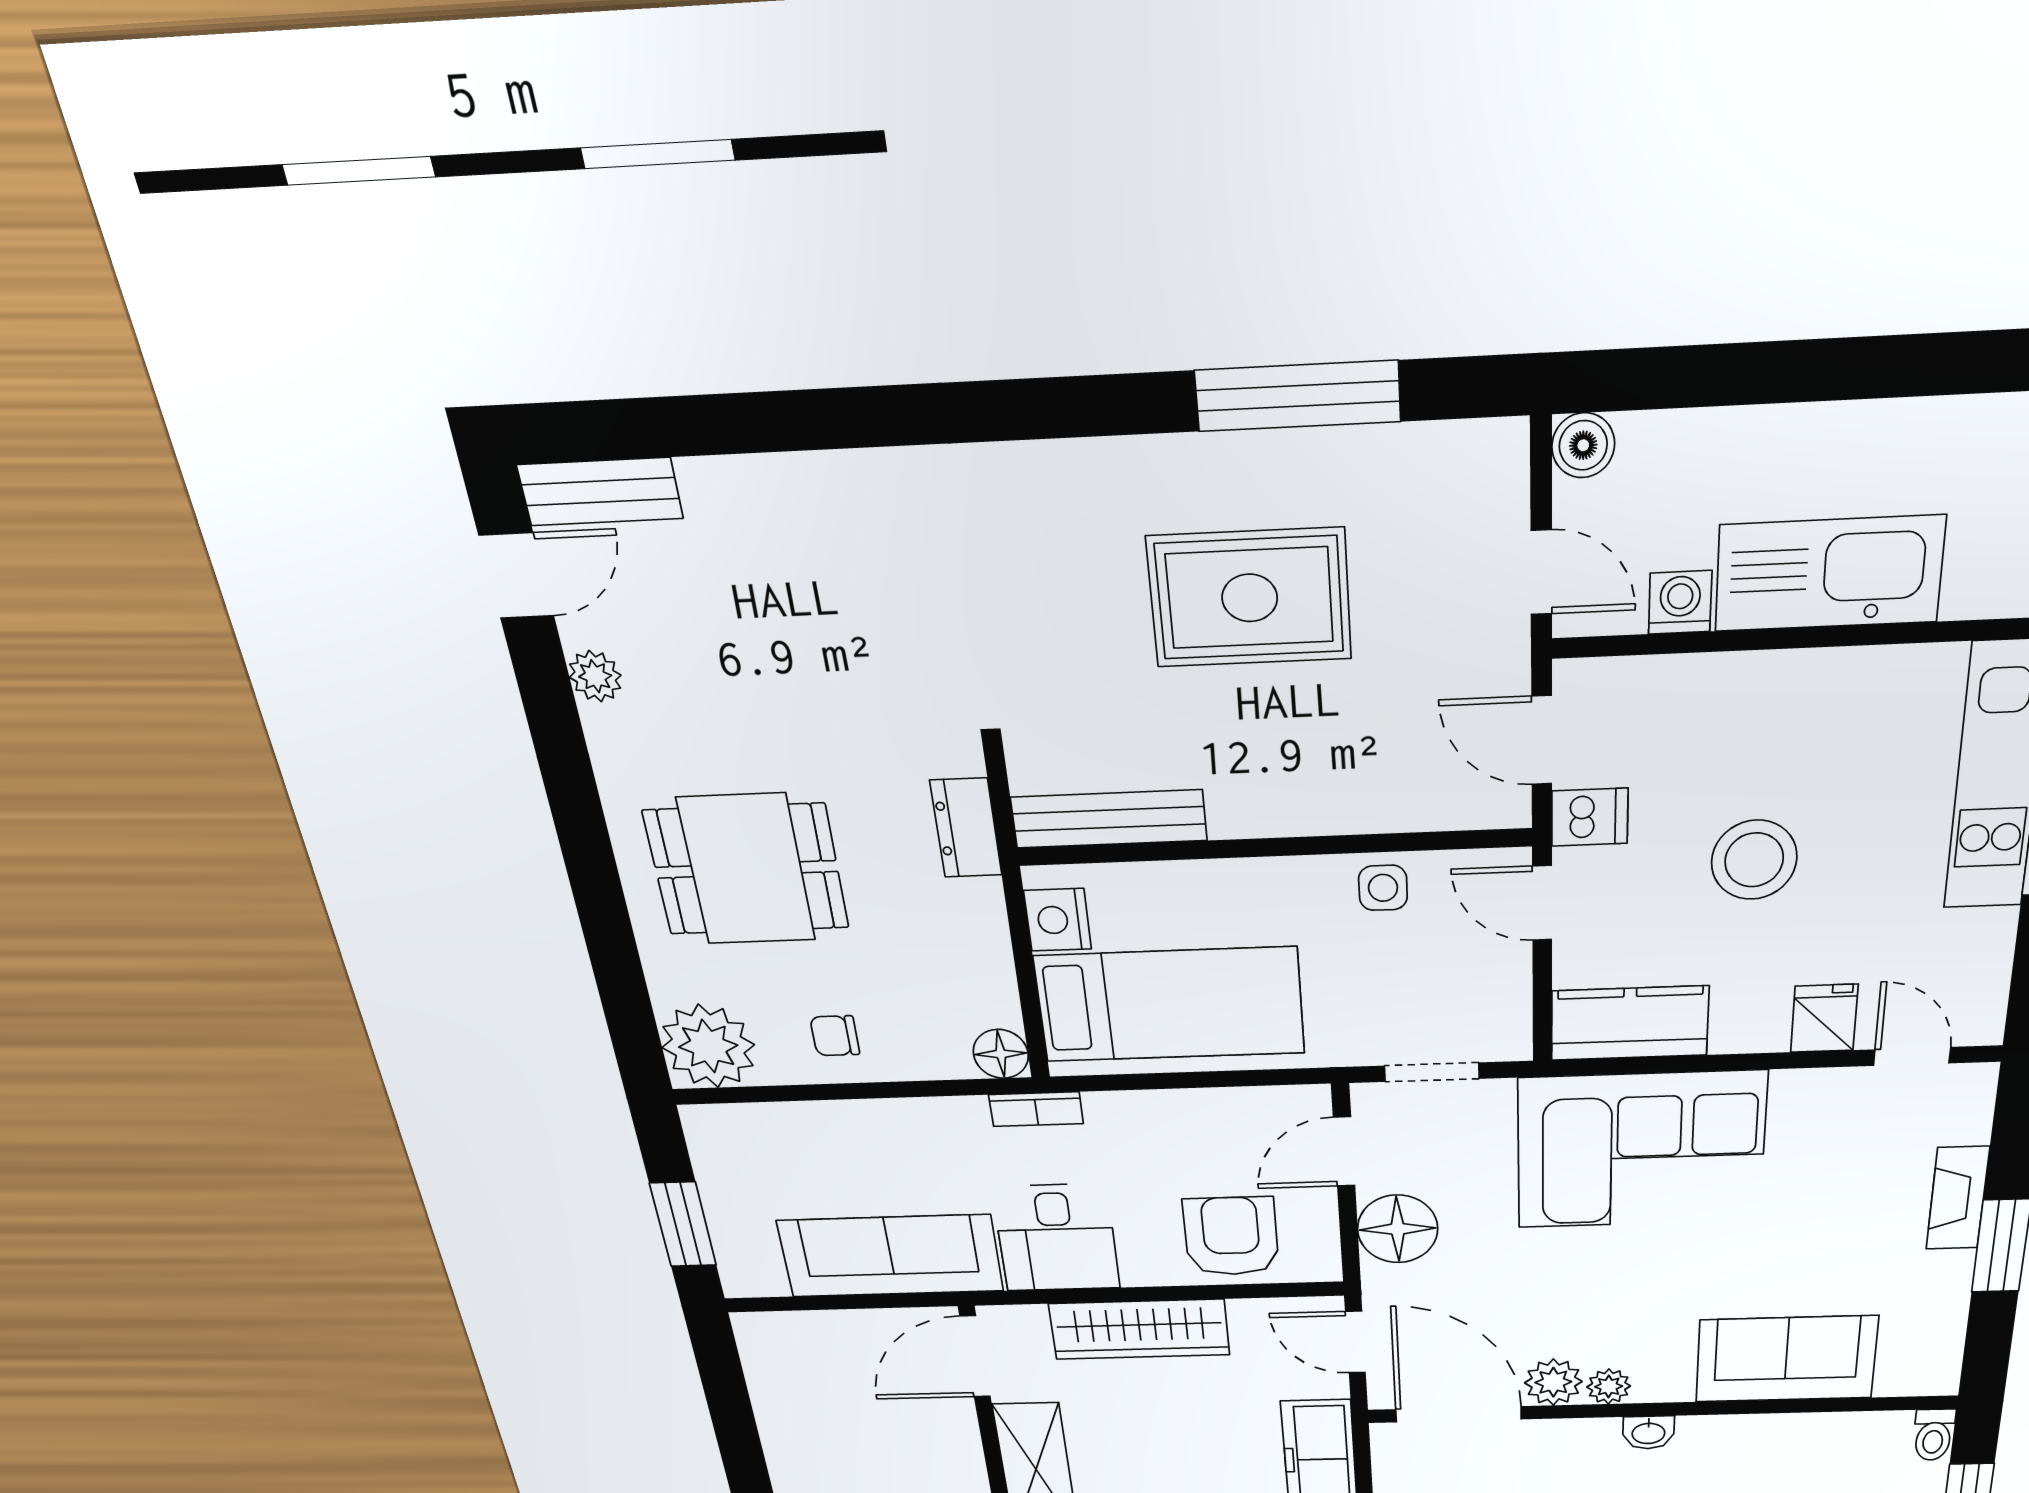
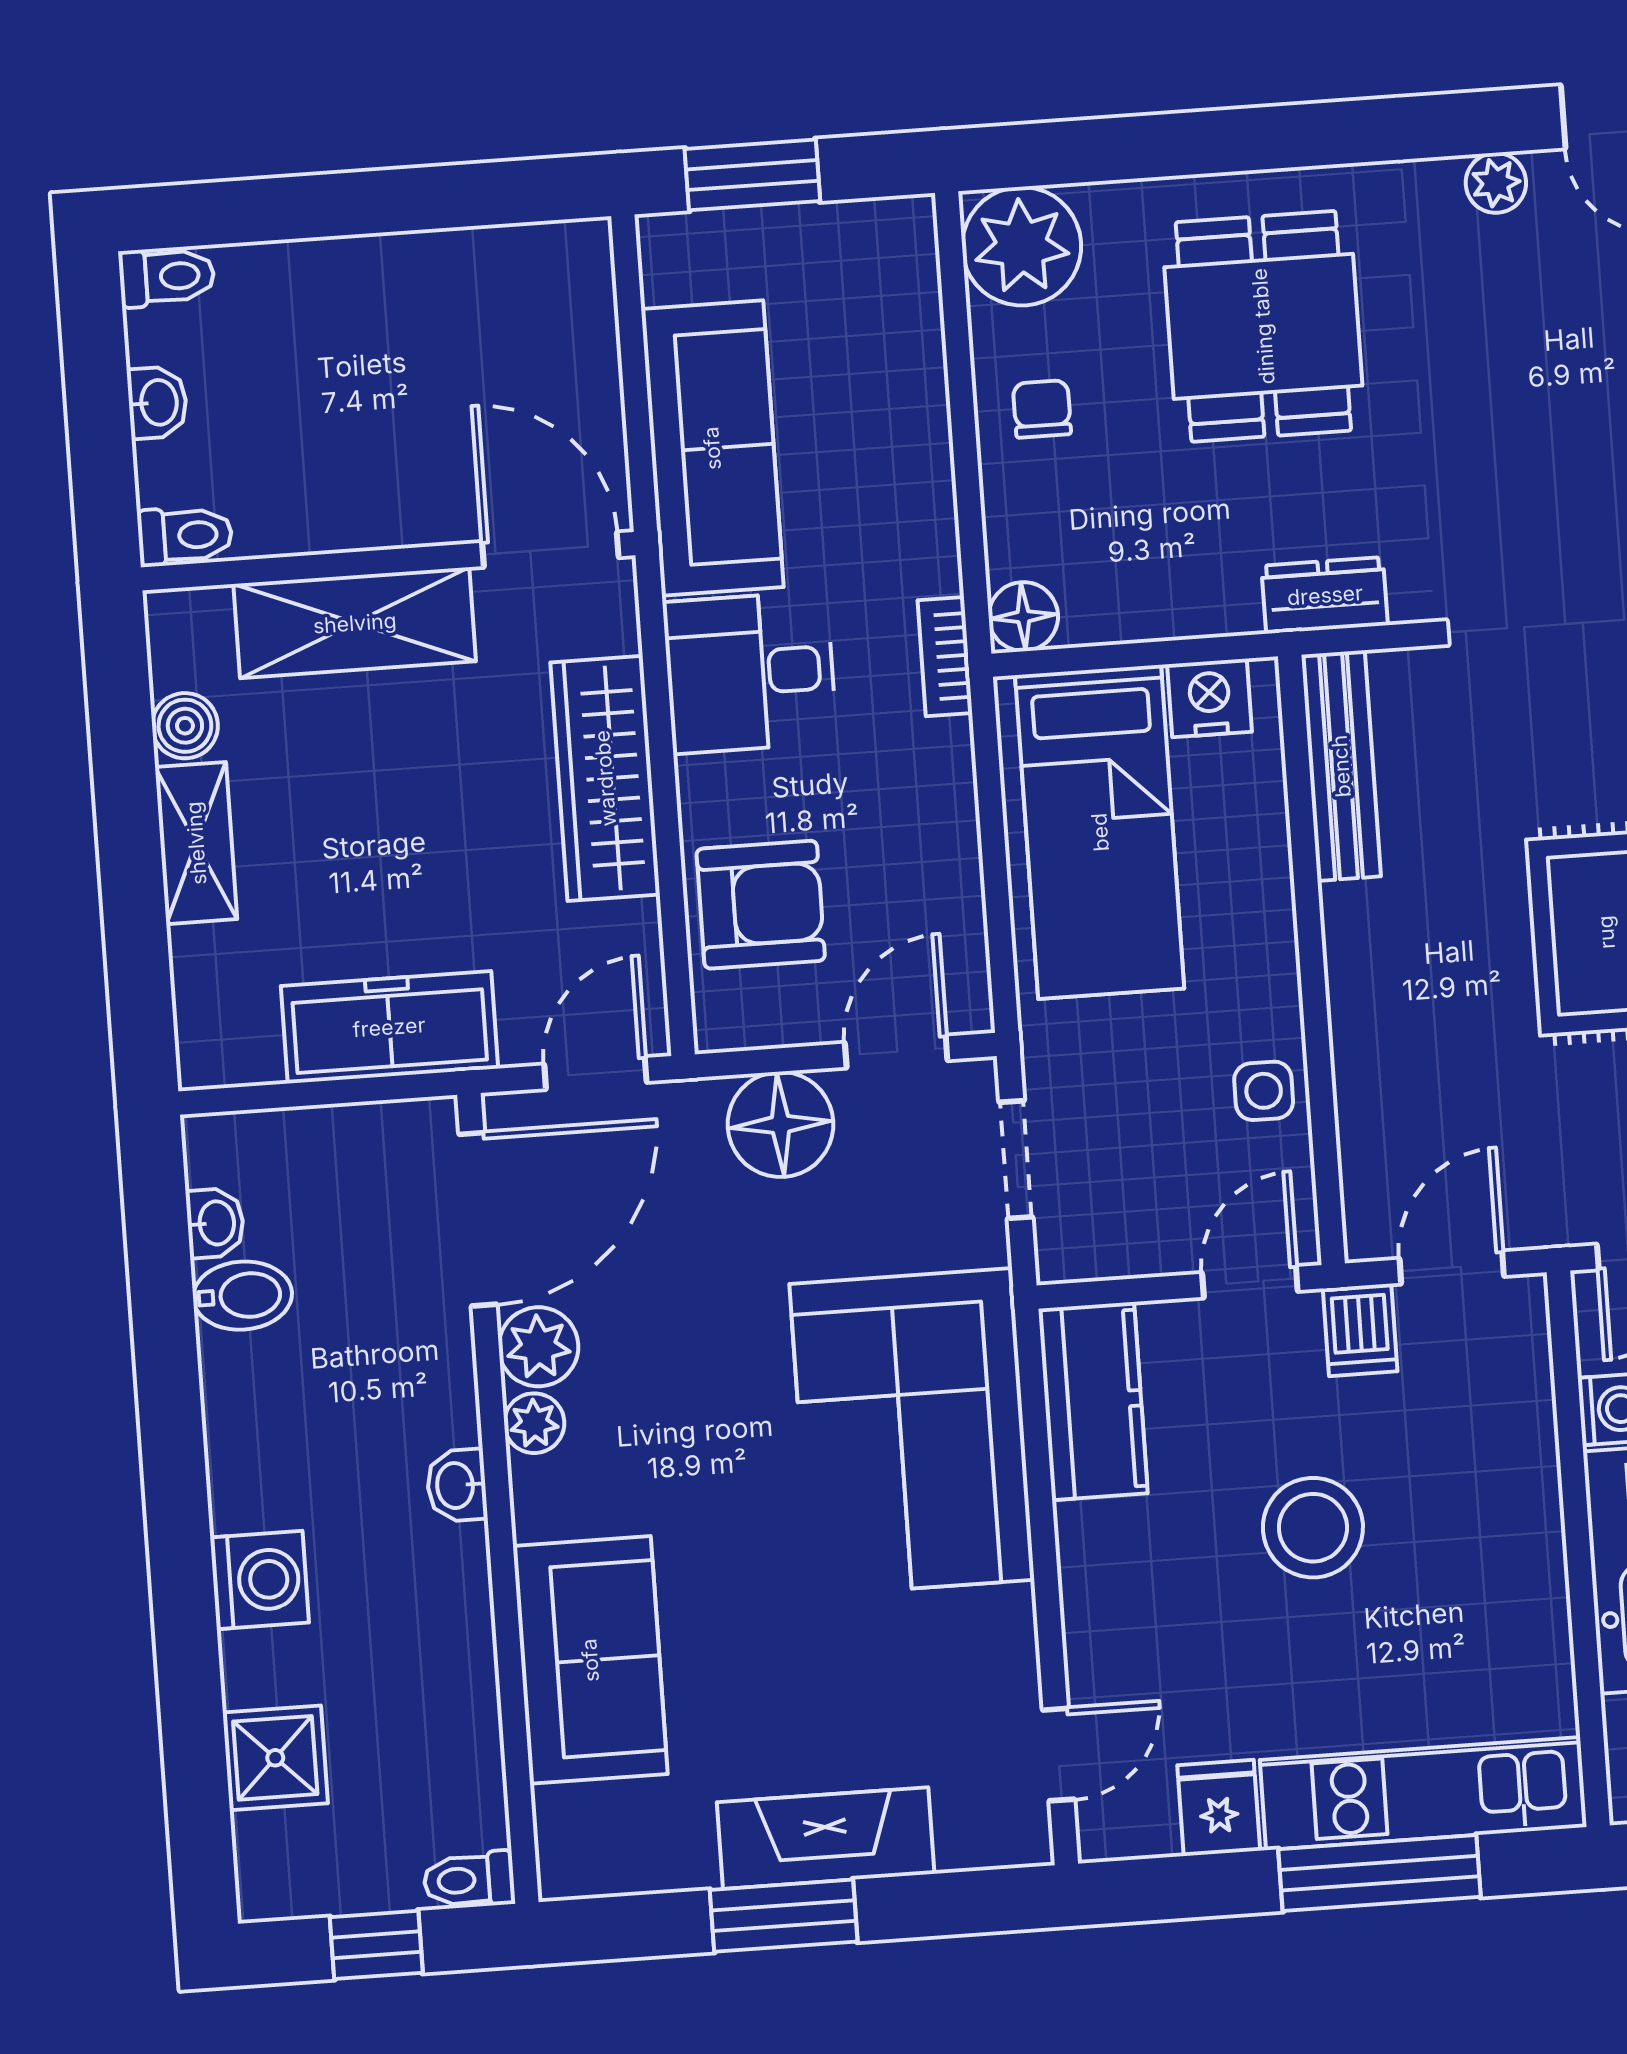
fridge: (1824, 1018) -> (1219, 1808), moved, turned -90
door: (1344, 1152) -> (896, 1052), hinge flipped
fireplace: (1958, 1198) -> (826, 1838), width x1.37, depth x1.32

